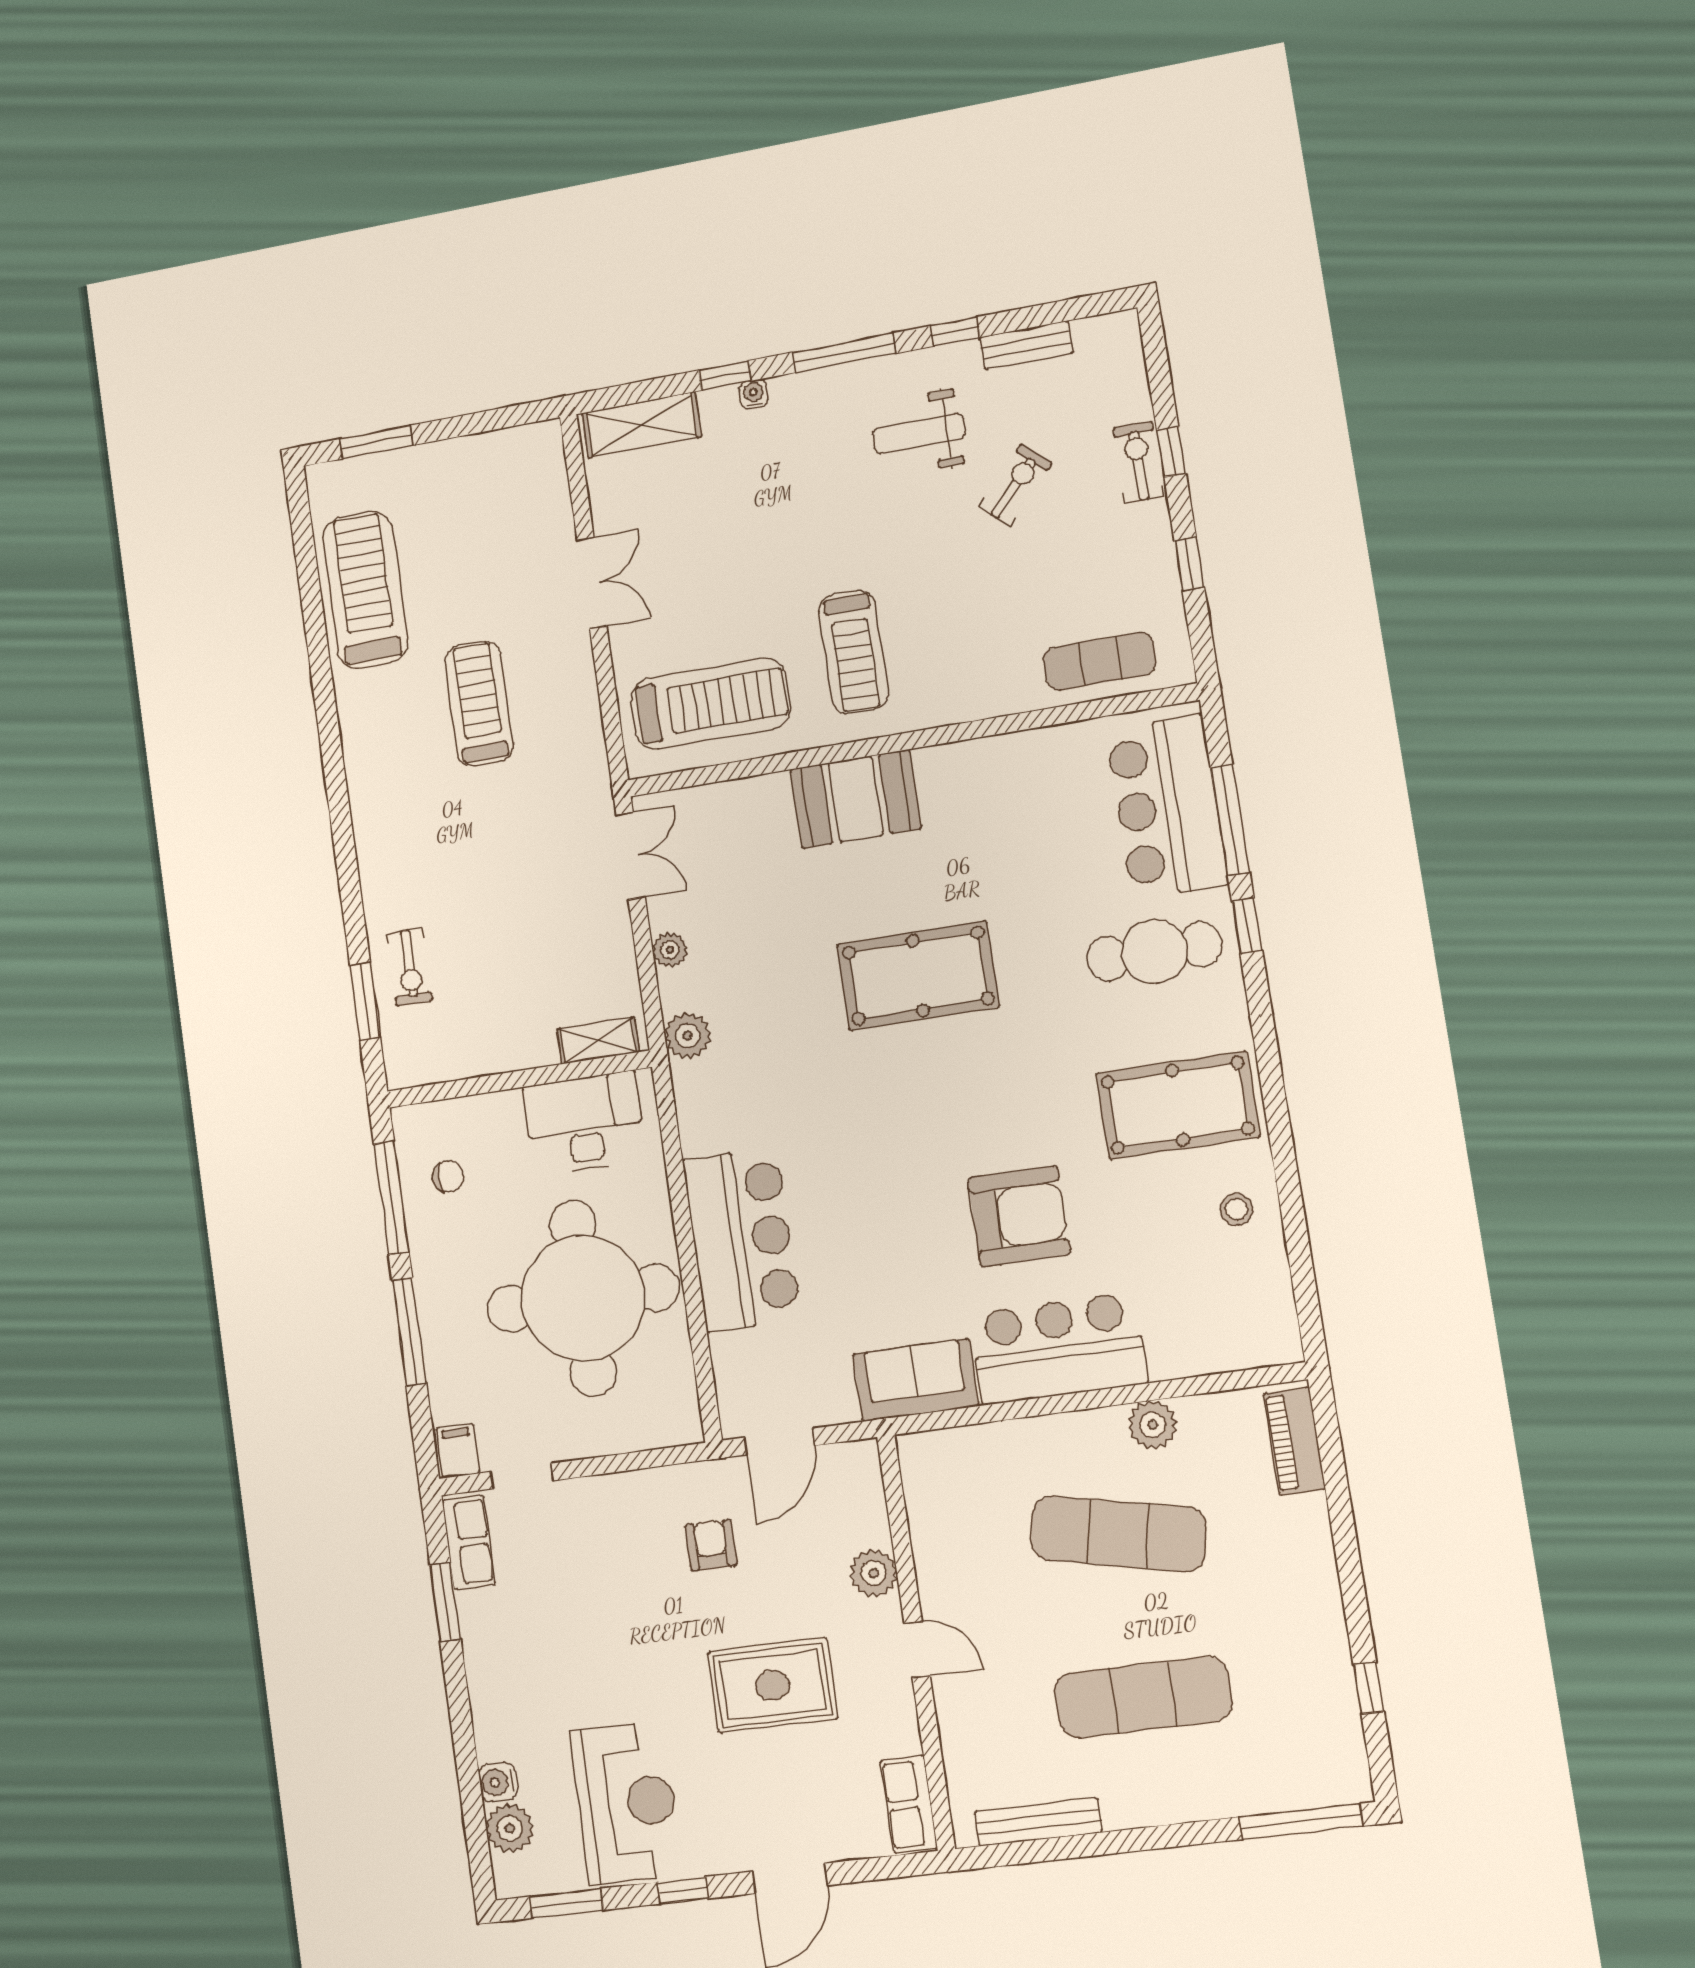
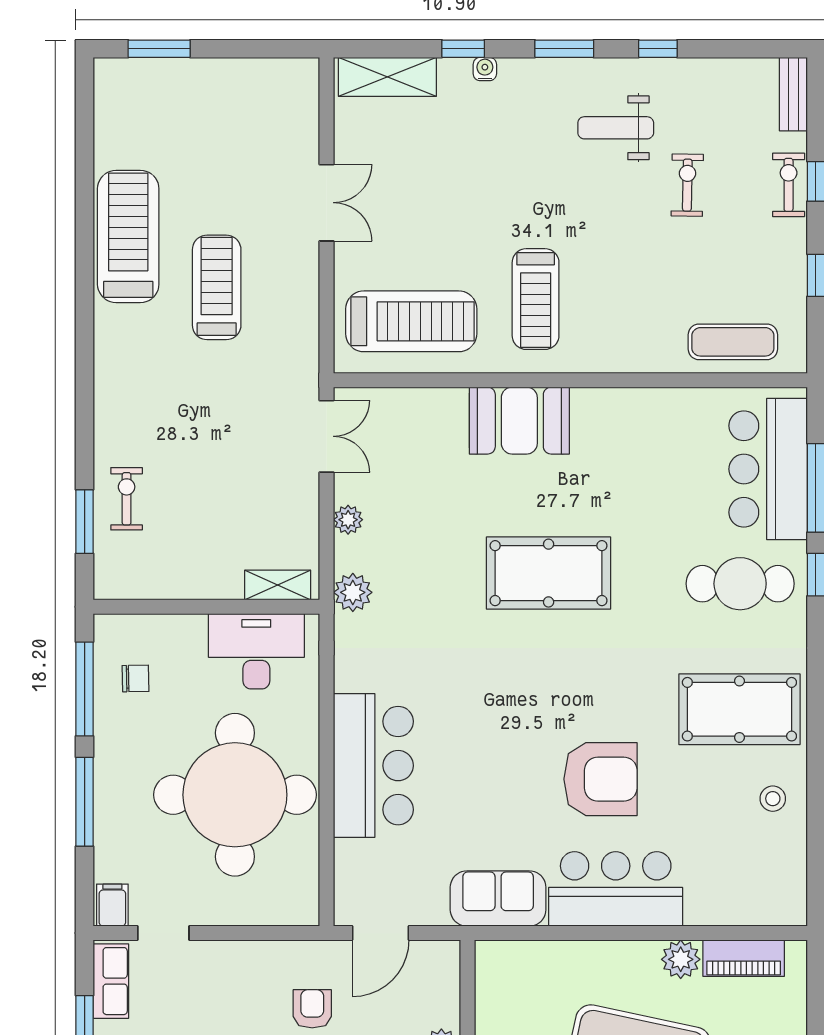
bench: (1026, 345) -> (793, 94), moved, turned 90
window: (844, 353) -> (564, 49), width x0.69
exercise bike: (1015, 485) -> (687, 185), turned -42
treadmill: (365, 590) -> (128, 236), moved
exercise bike: (410, 967) -> (127, 499), turned 180
piano: (1294, 1441) -> (744, 958), moved, turned -90

